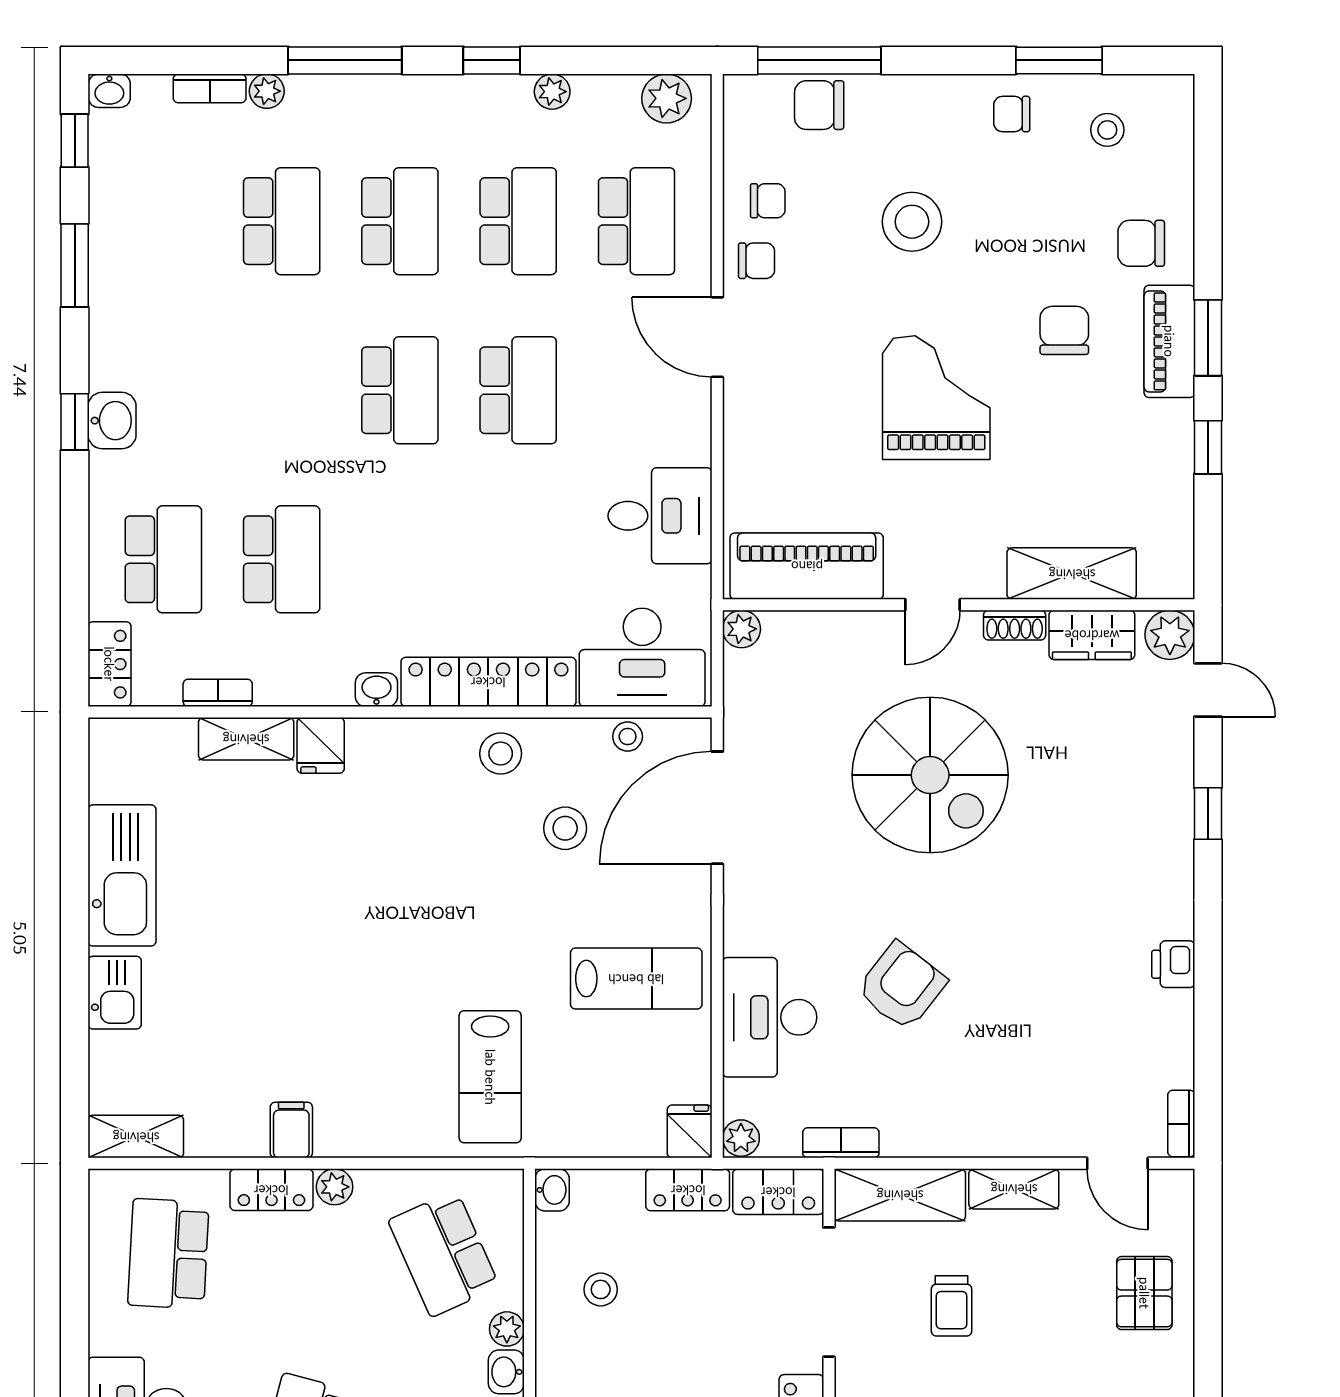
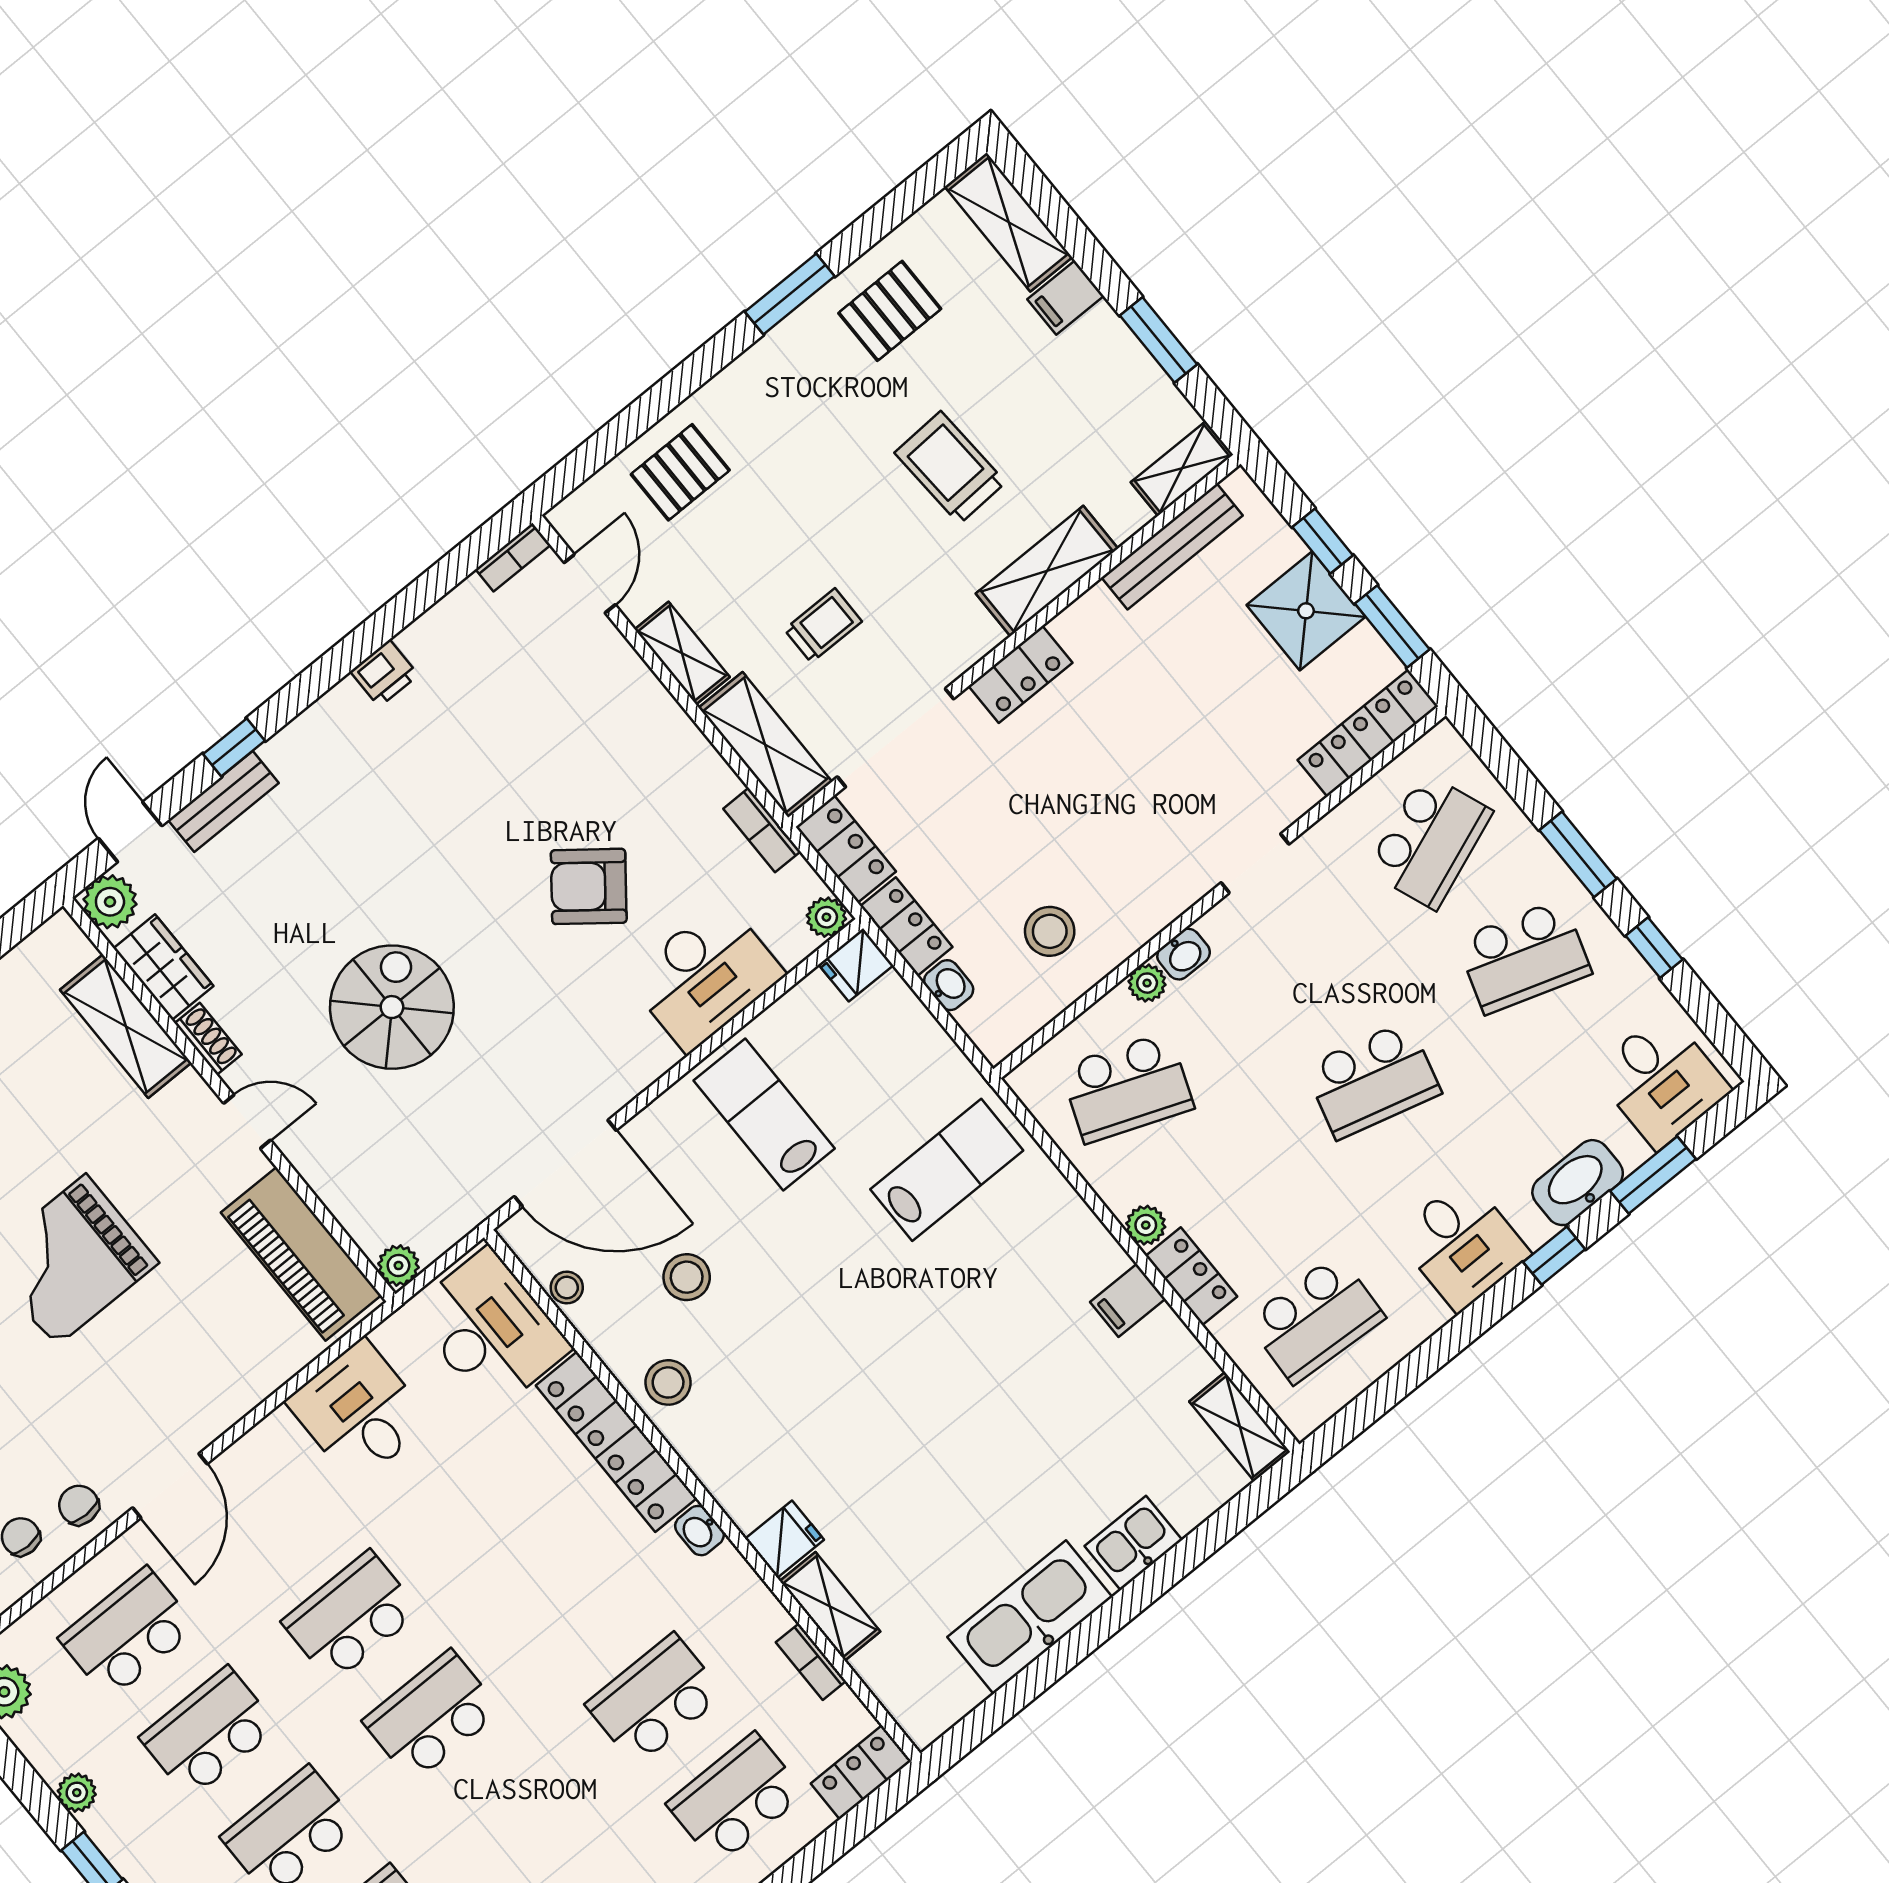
bench: (1175, 774) -> (223, 802), added
spiral stairs: (930, 775) -> (392, 1007), width x0.73, depth x0.73
washbasin: (552, 1190) -> (949, 985), moved, turned 90
school desk: (444, 1254) -> (1127, 1088), turned 45
stool: (601, 1289) -> (1050, 931), width x1.37, depth x1.37

